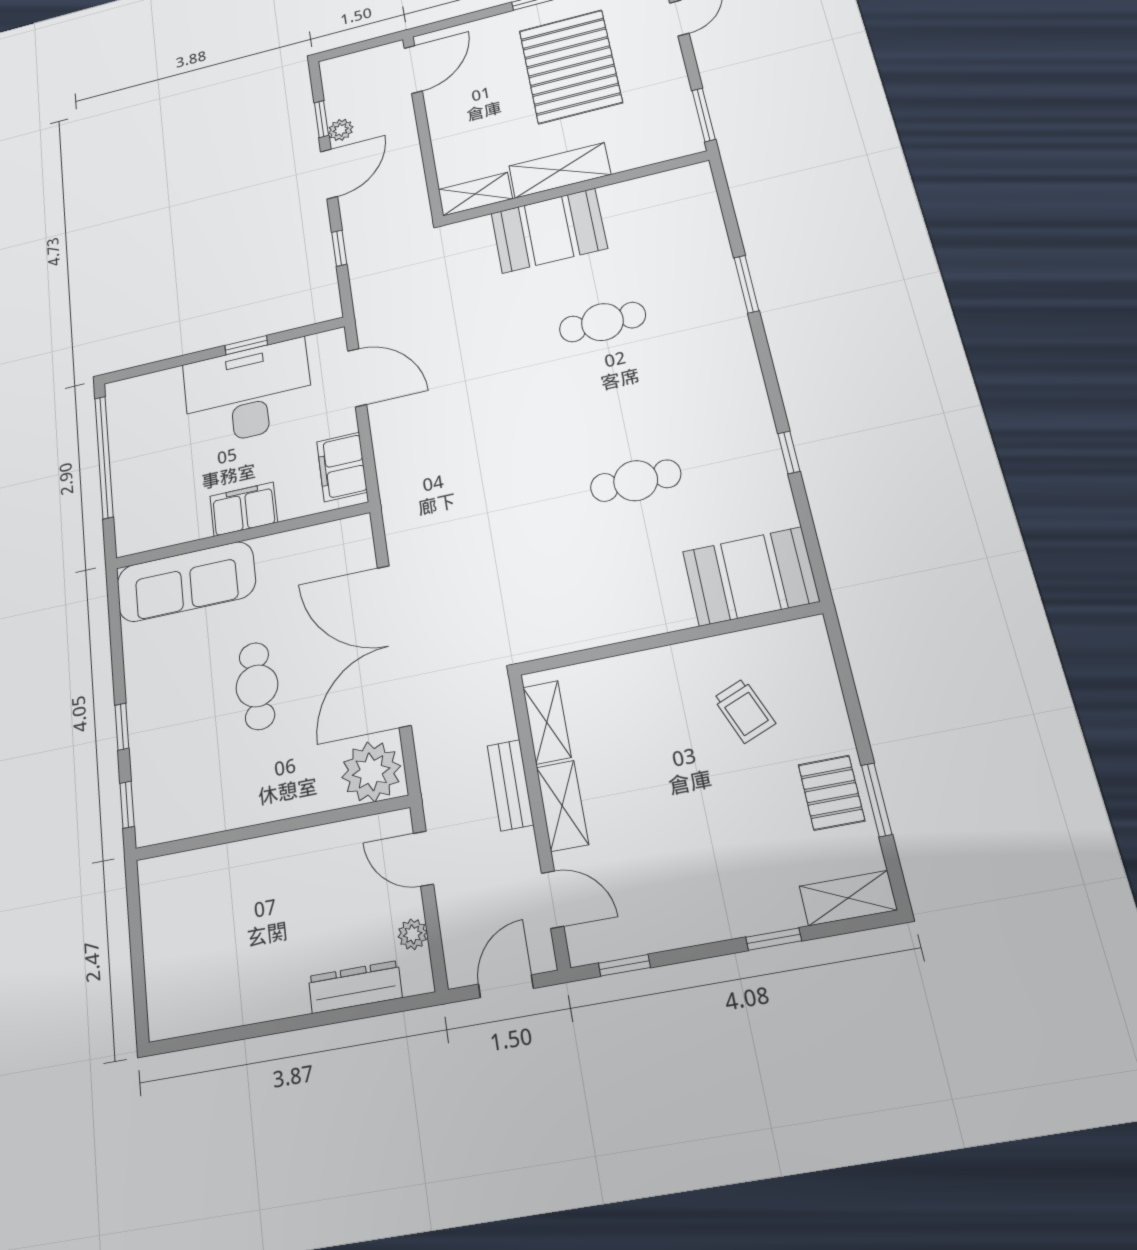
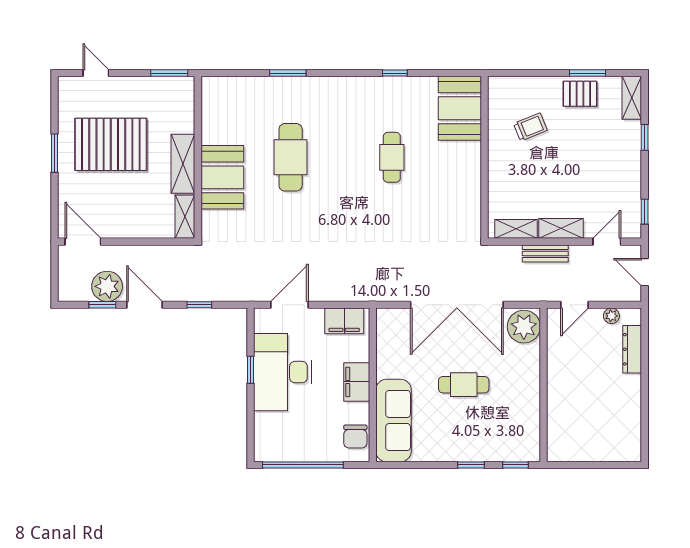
plant: (341, 130) -> (107, 286), width x1.88, depth x1.88
cafe table: (602, 322) -> (291, 157), width x1.37, depth x1.35
chair: (155, 527) -> (355, 437), added

